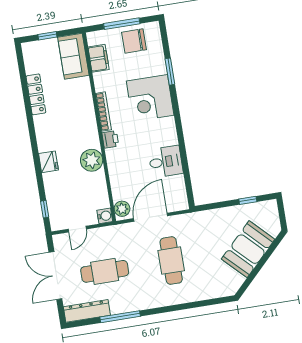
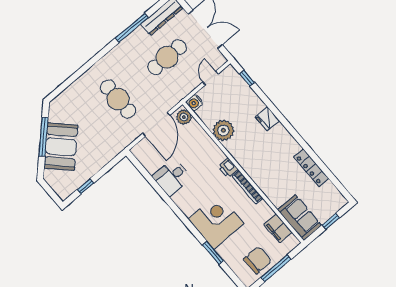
plant: (92, 160) -> (223, 130), moved
window: (258, 267) -> (43, 137), added

